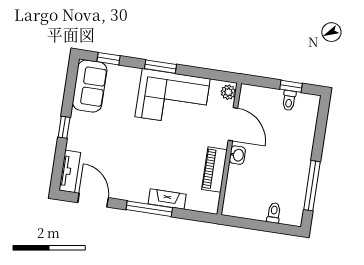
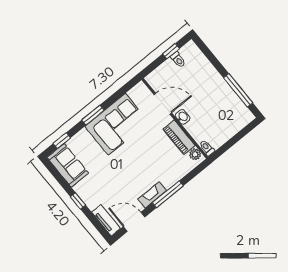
plant: (228, 92) -> (195, 154), moved
fireplace: (167, 199) -> (152, 195), moved
toilet: (274, 213) -> (207, 148), moved

